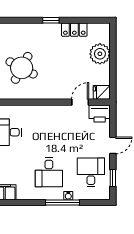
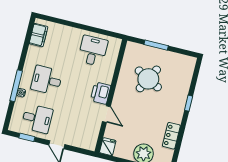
window: (51, 20) -> (189, 103), moved
door: (80, 102) -> (106, 114), moved
printer: (100, 113) -> (101, 93), moved

